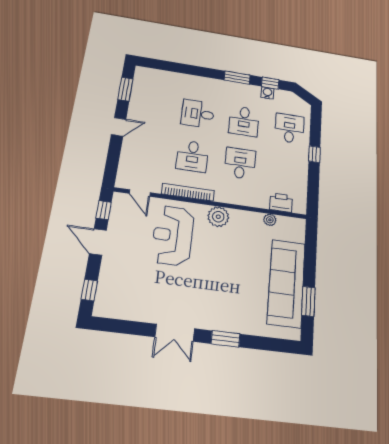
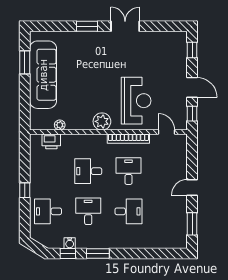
desk: (289, 128) -> (48, 211), turned 90
desk: (240, 163) -> (88, 171), turned 90

